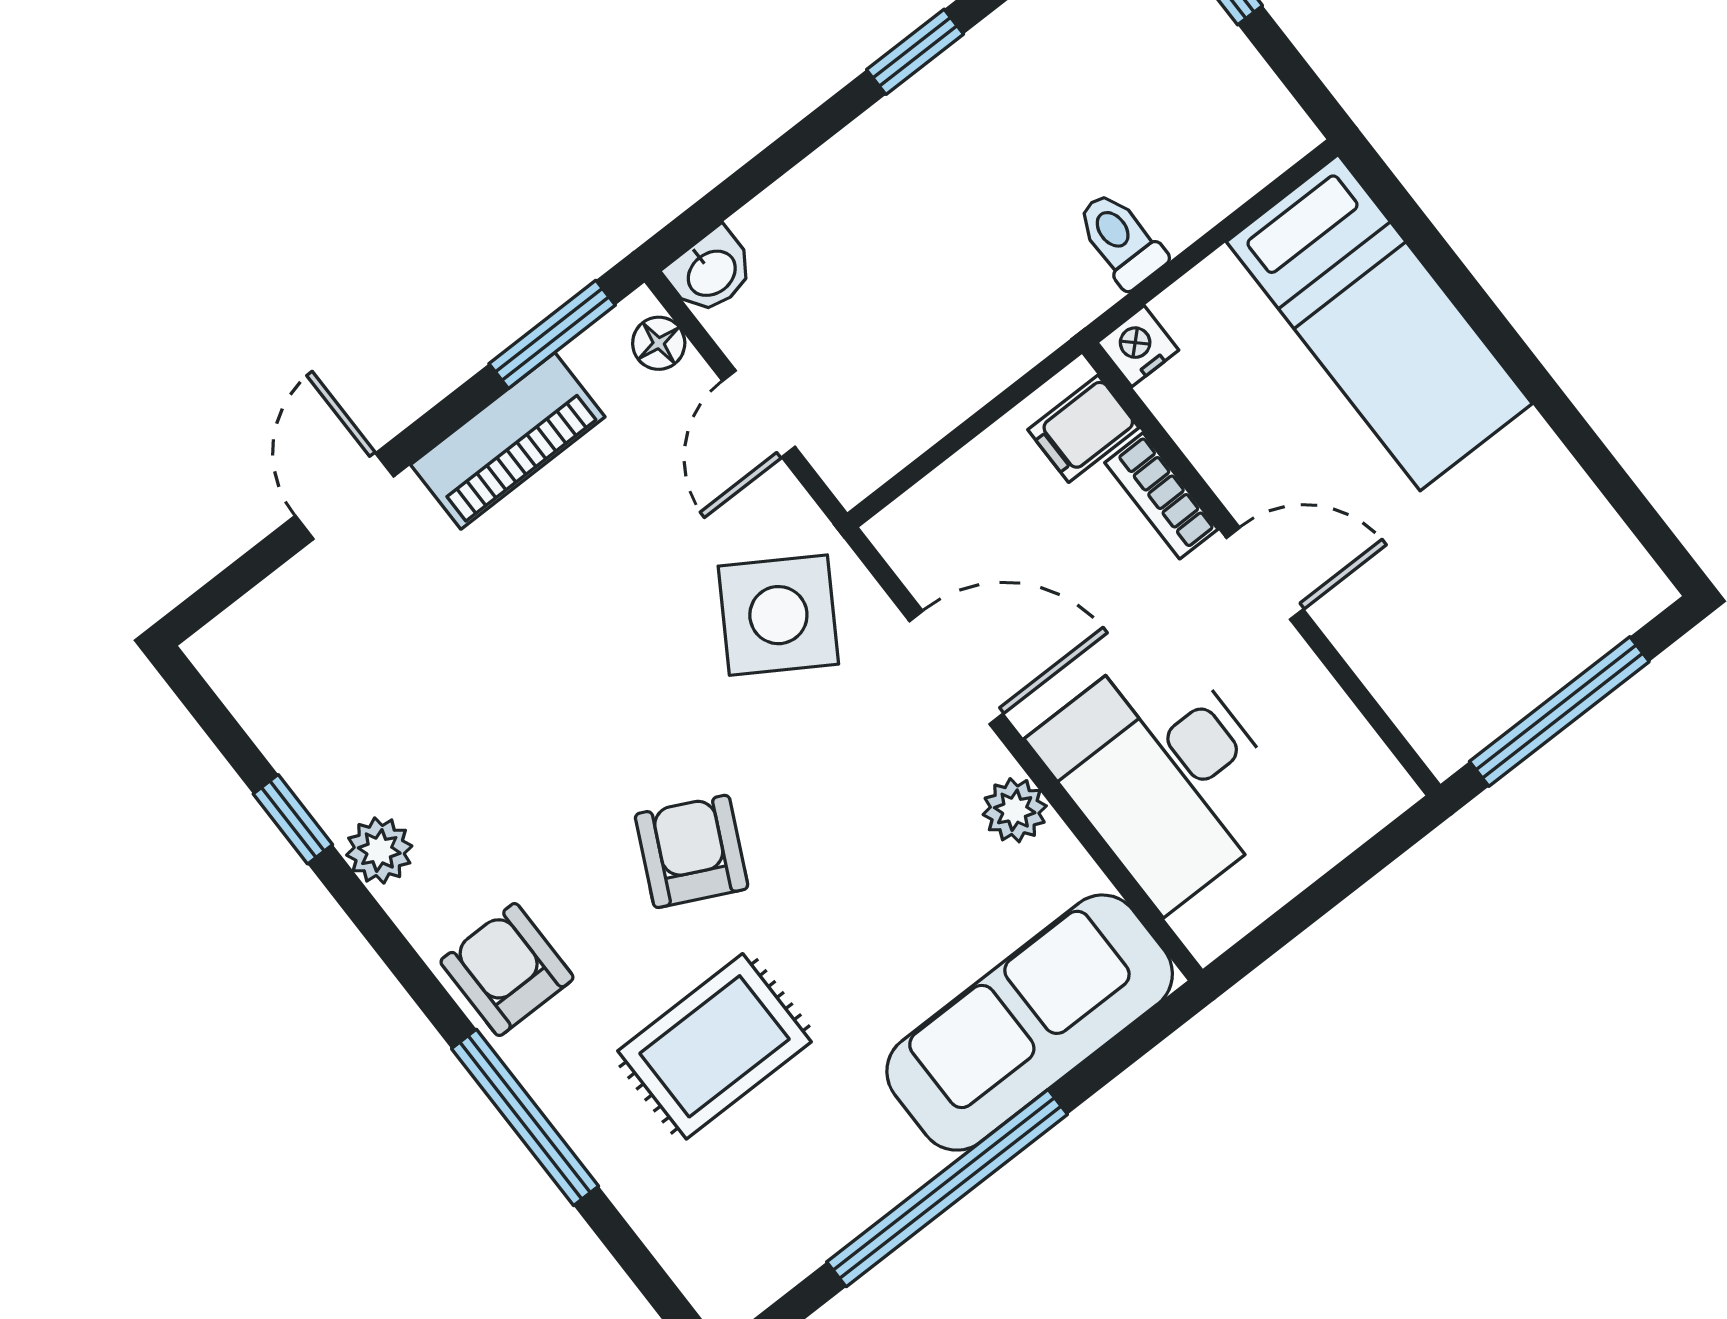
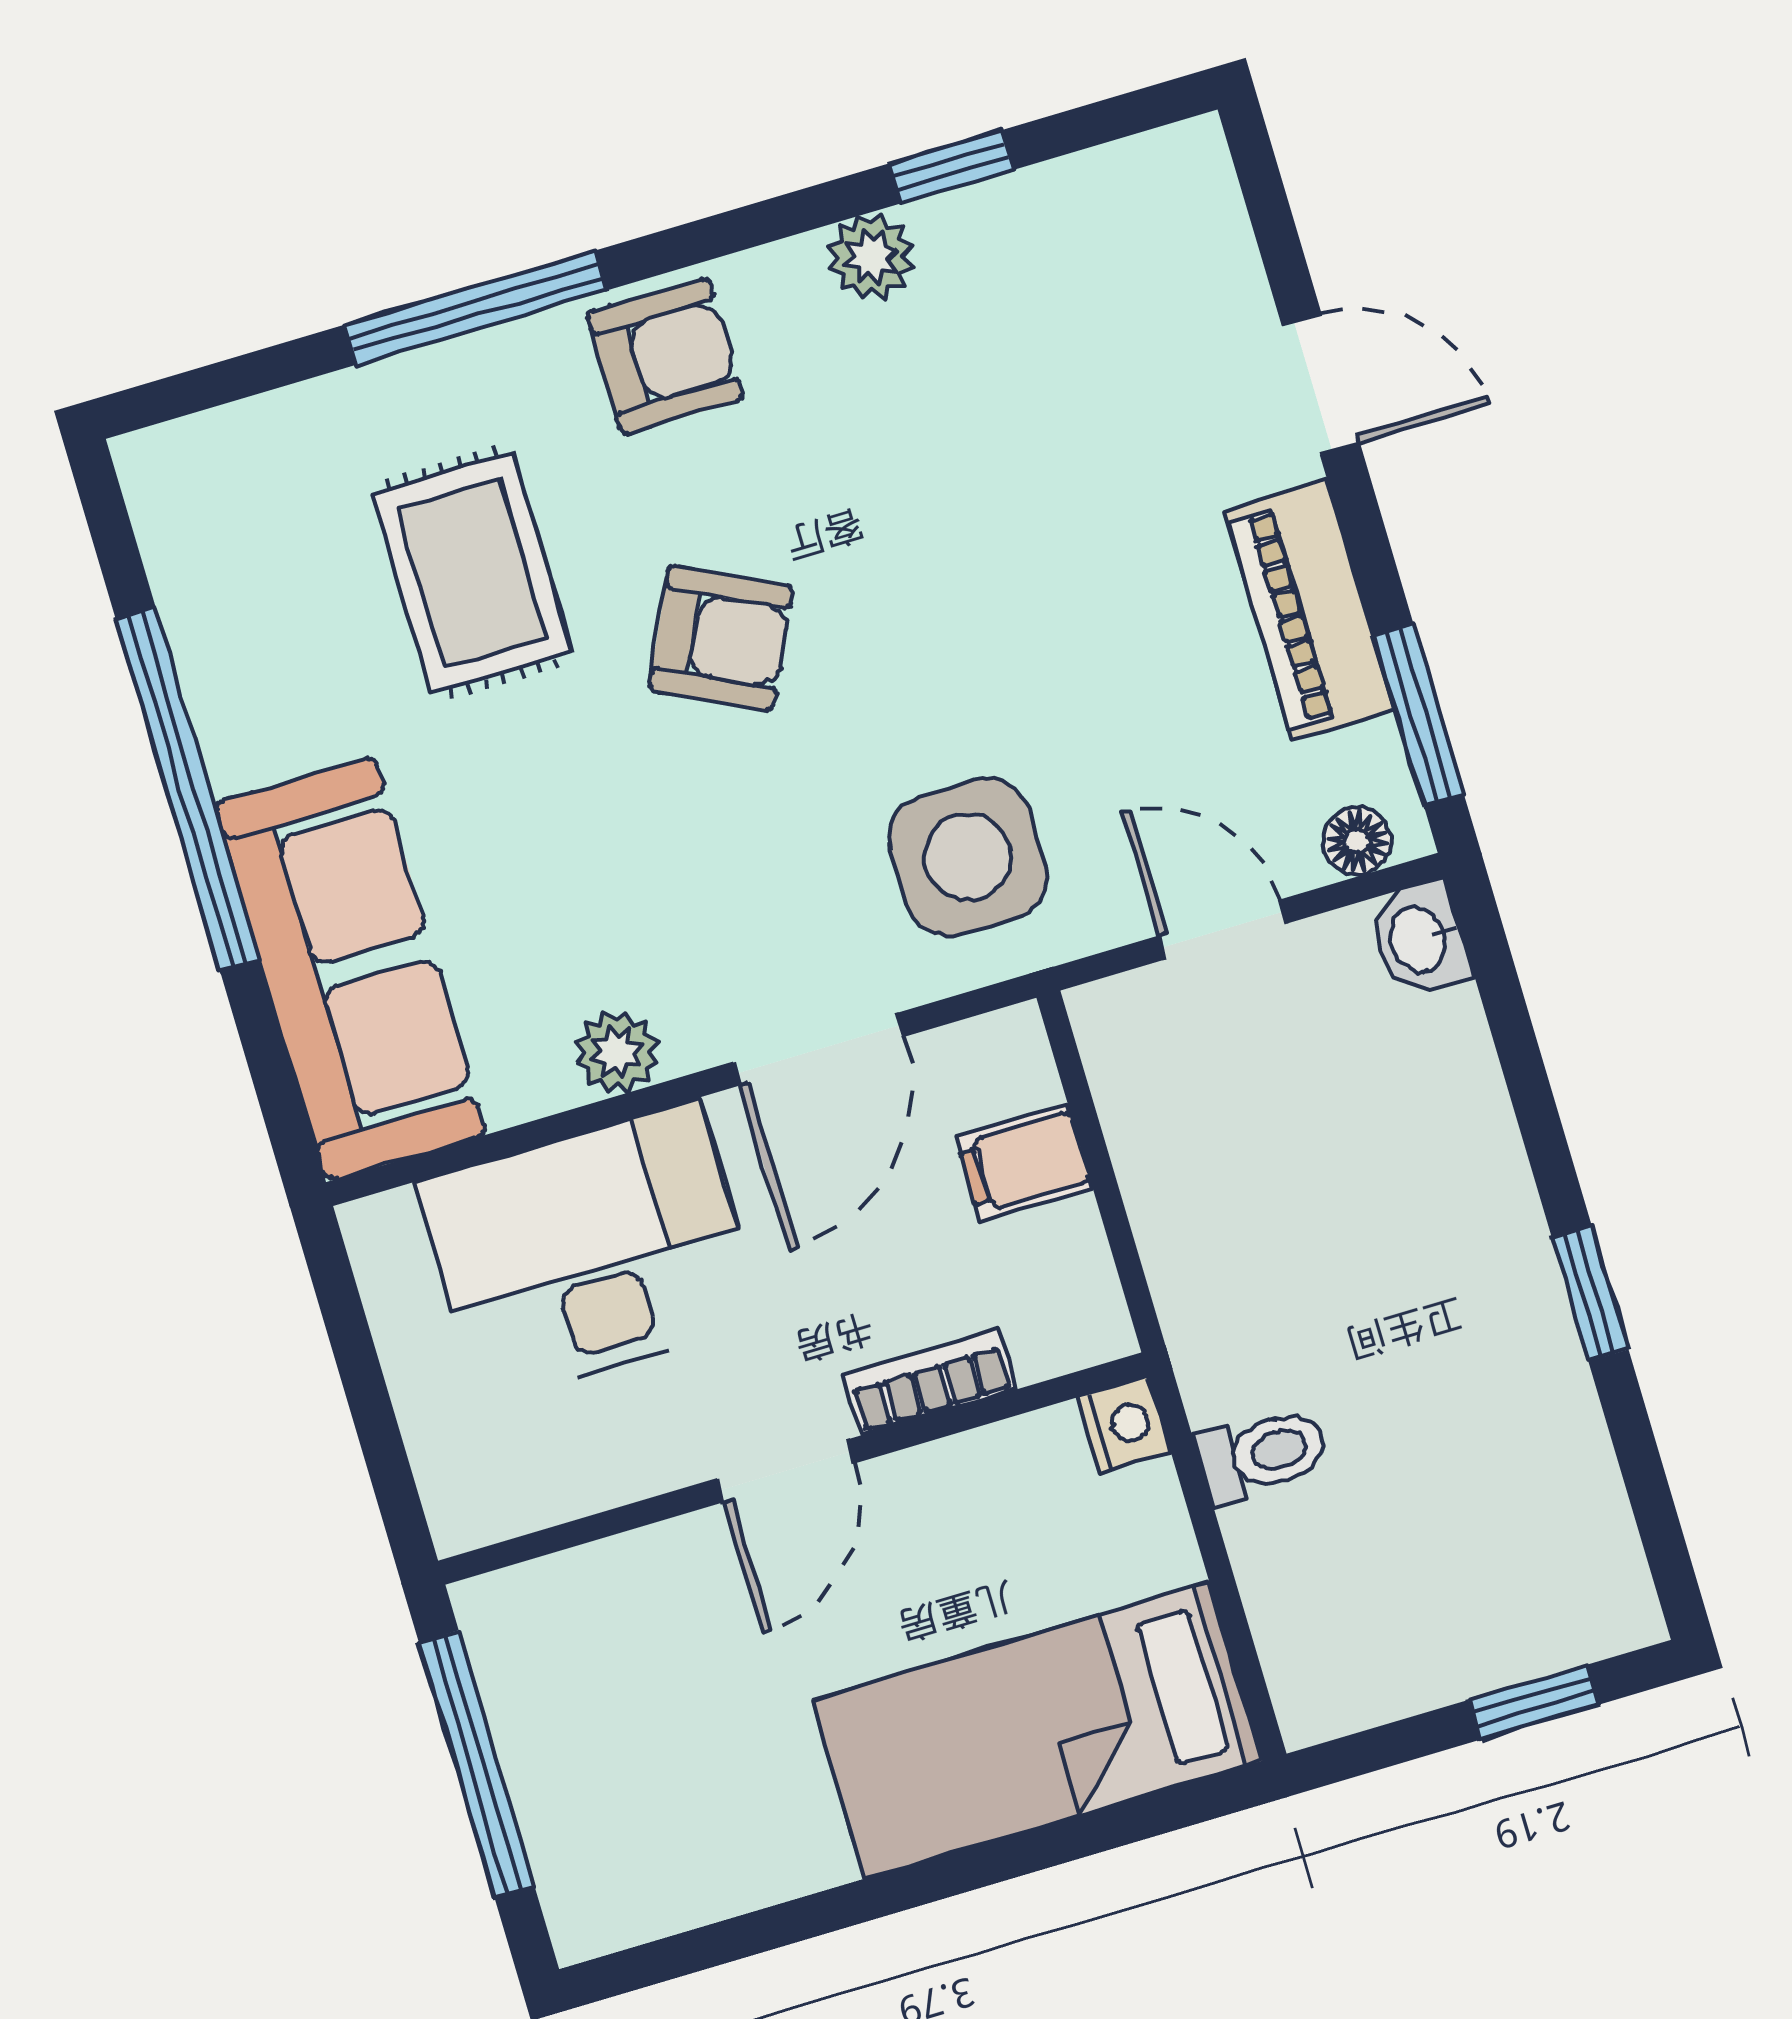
filing cabinet: (1083, 429) -> (1024, 1163), moved, turned -90
side table: (778, 615) -> (968, 857), turned -32

